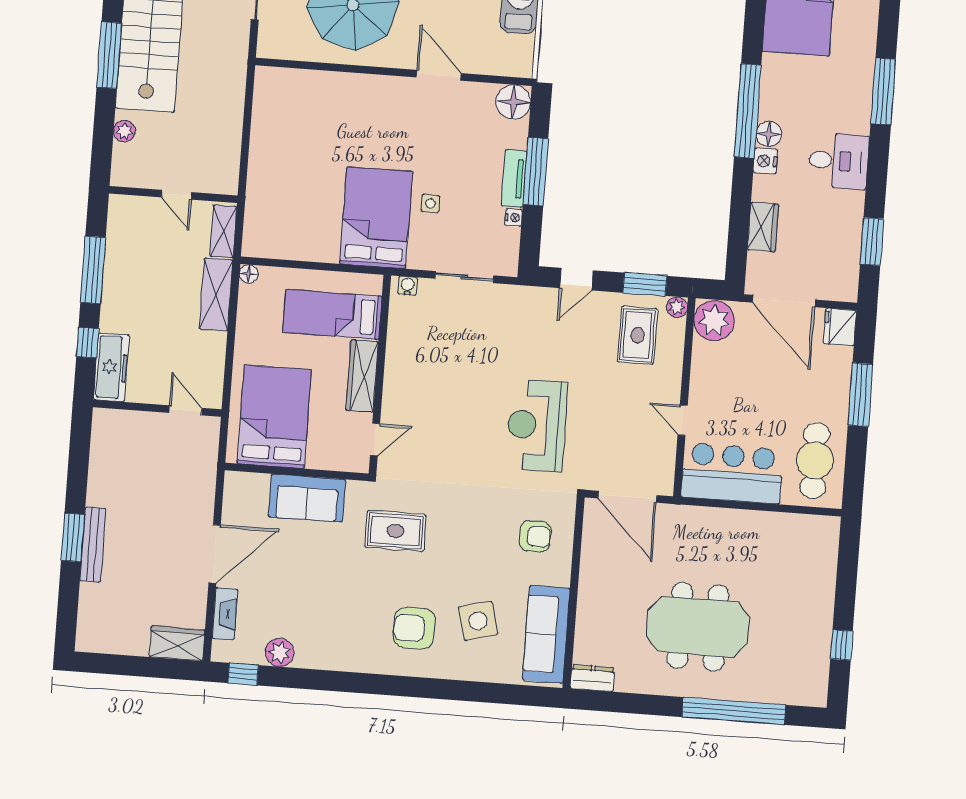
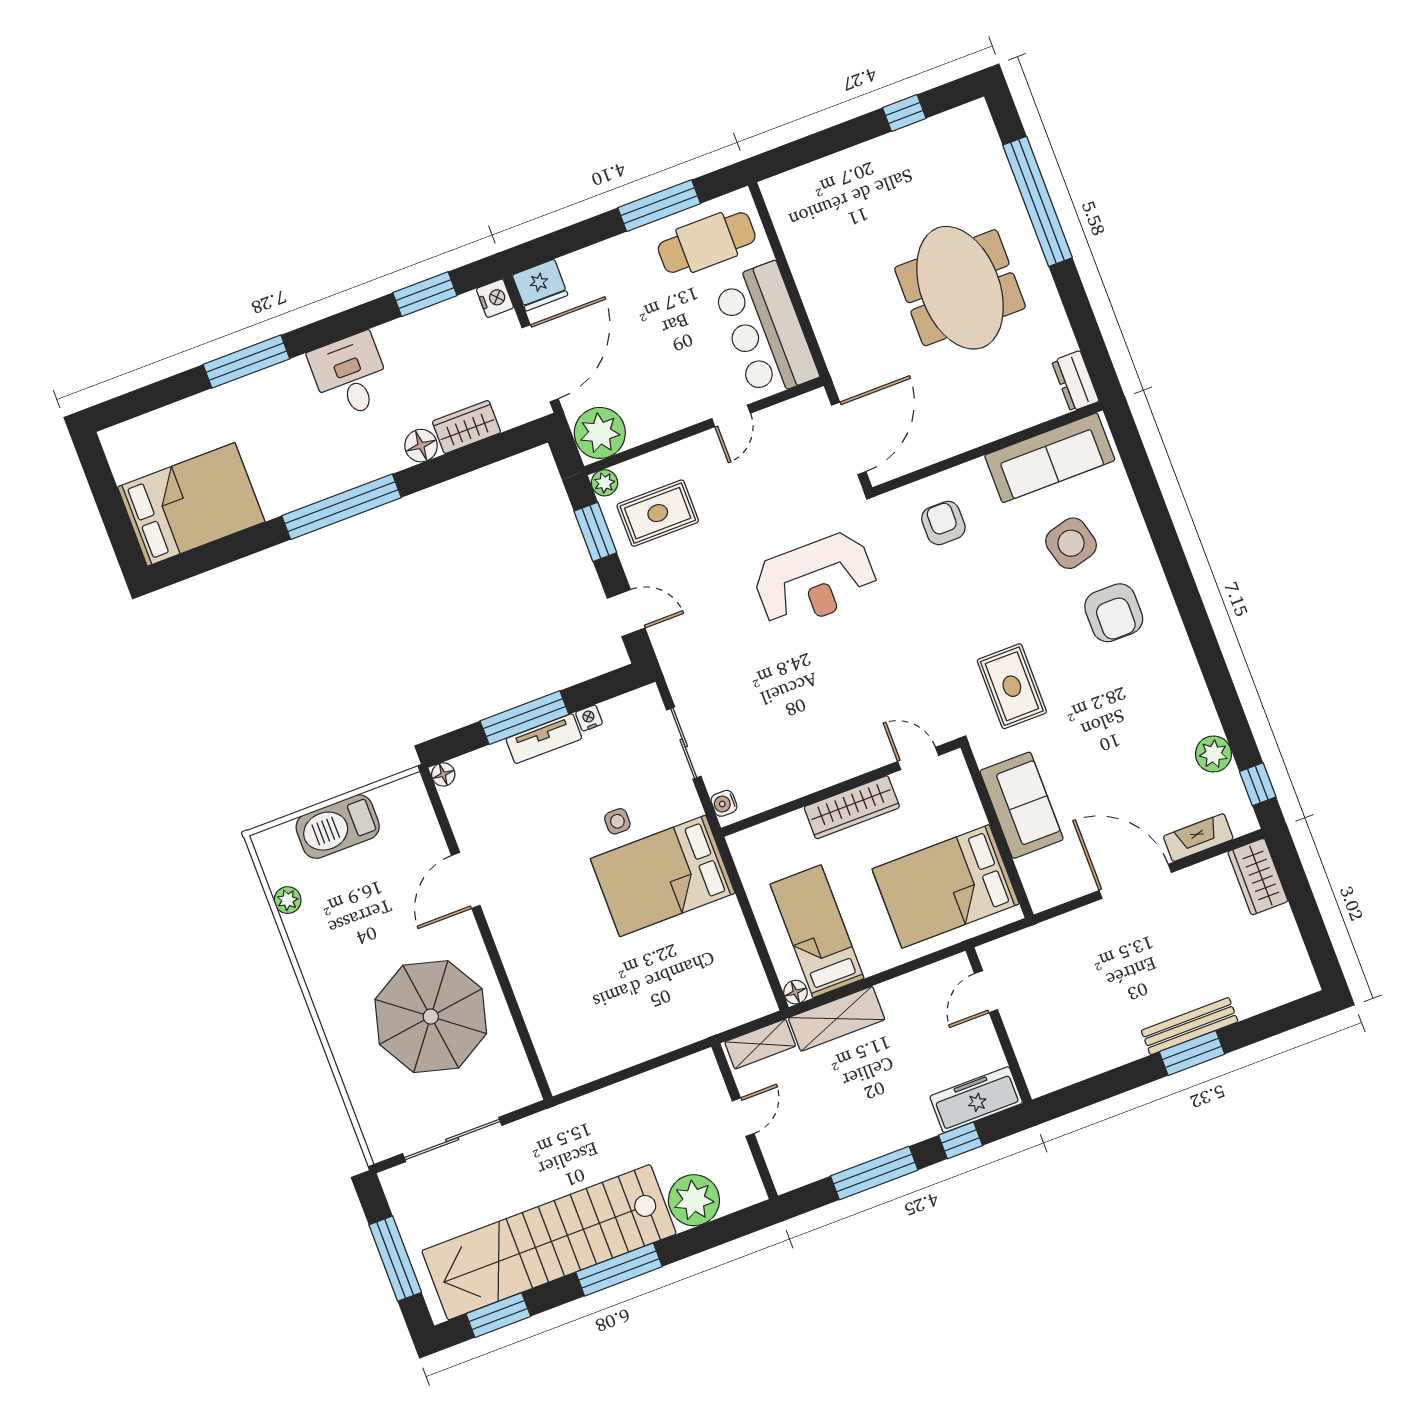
floor lamp: (513, 102) -> (443, 774), width x0.53, depth x0.53
plant: (124, 131) -> (694, 1200), width x1.87, depth x1.87
floor lamp: (769, 134) -> (421, 446), moved
nightstand: (765, 161) -> (495, 298), moved, turned -90
bed: (332, 314) -> (817, 931), moved, turned 180
window: (860, 395) -> (659, 206), moved

